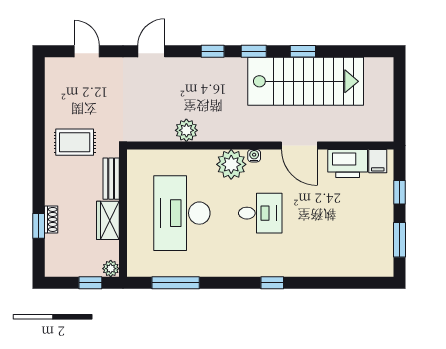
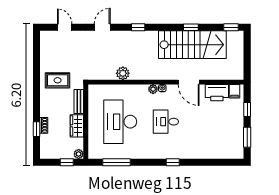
window: (254, 51) -> (231, 27), moved
plant: (231, 164) -> (153, 89), width x0.53, depth x0.53
desk: (260, 213) -> (166, 122), turned 180

